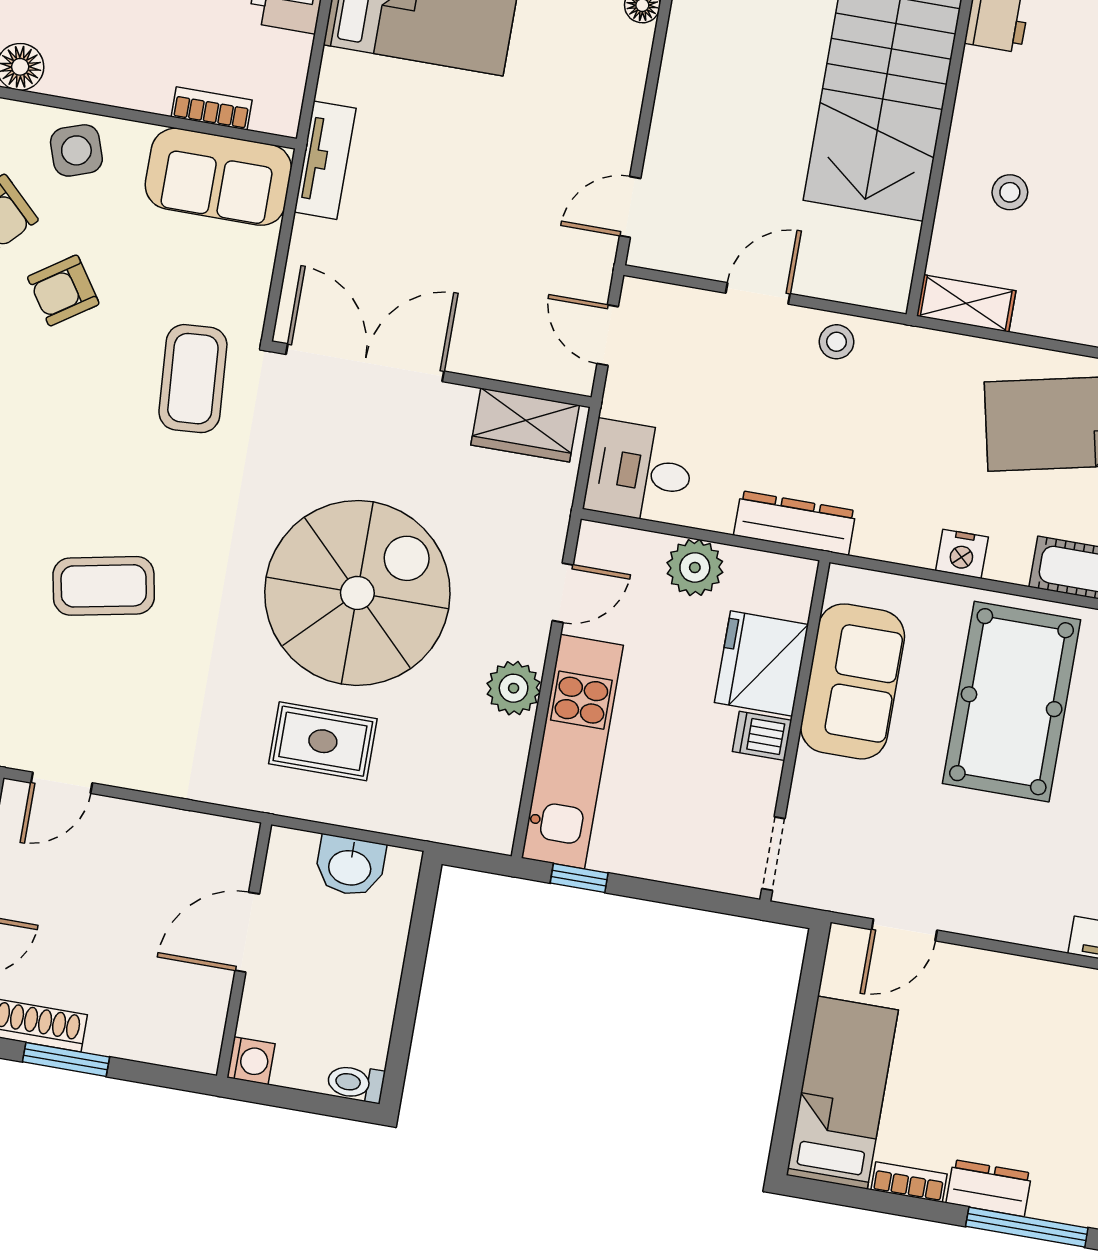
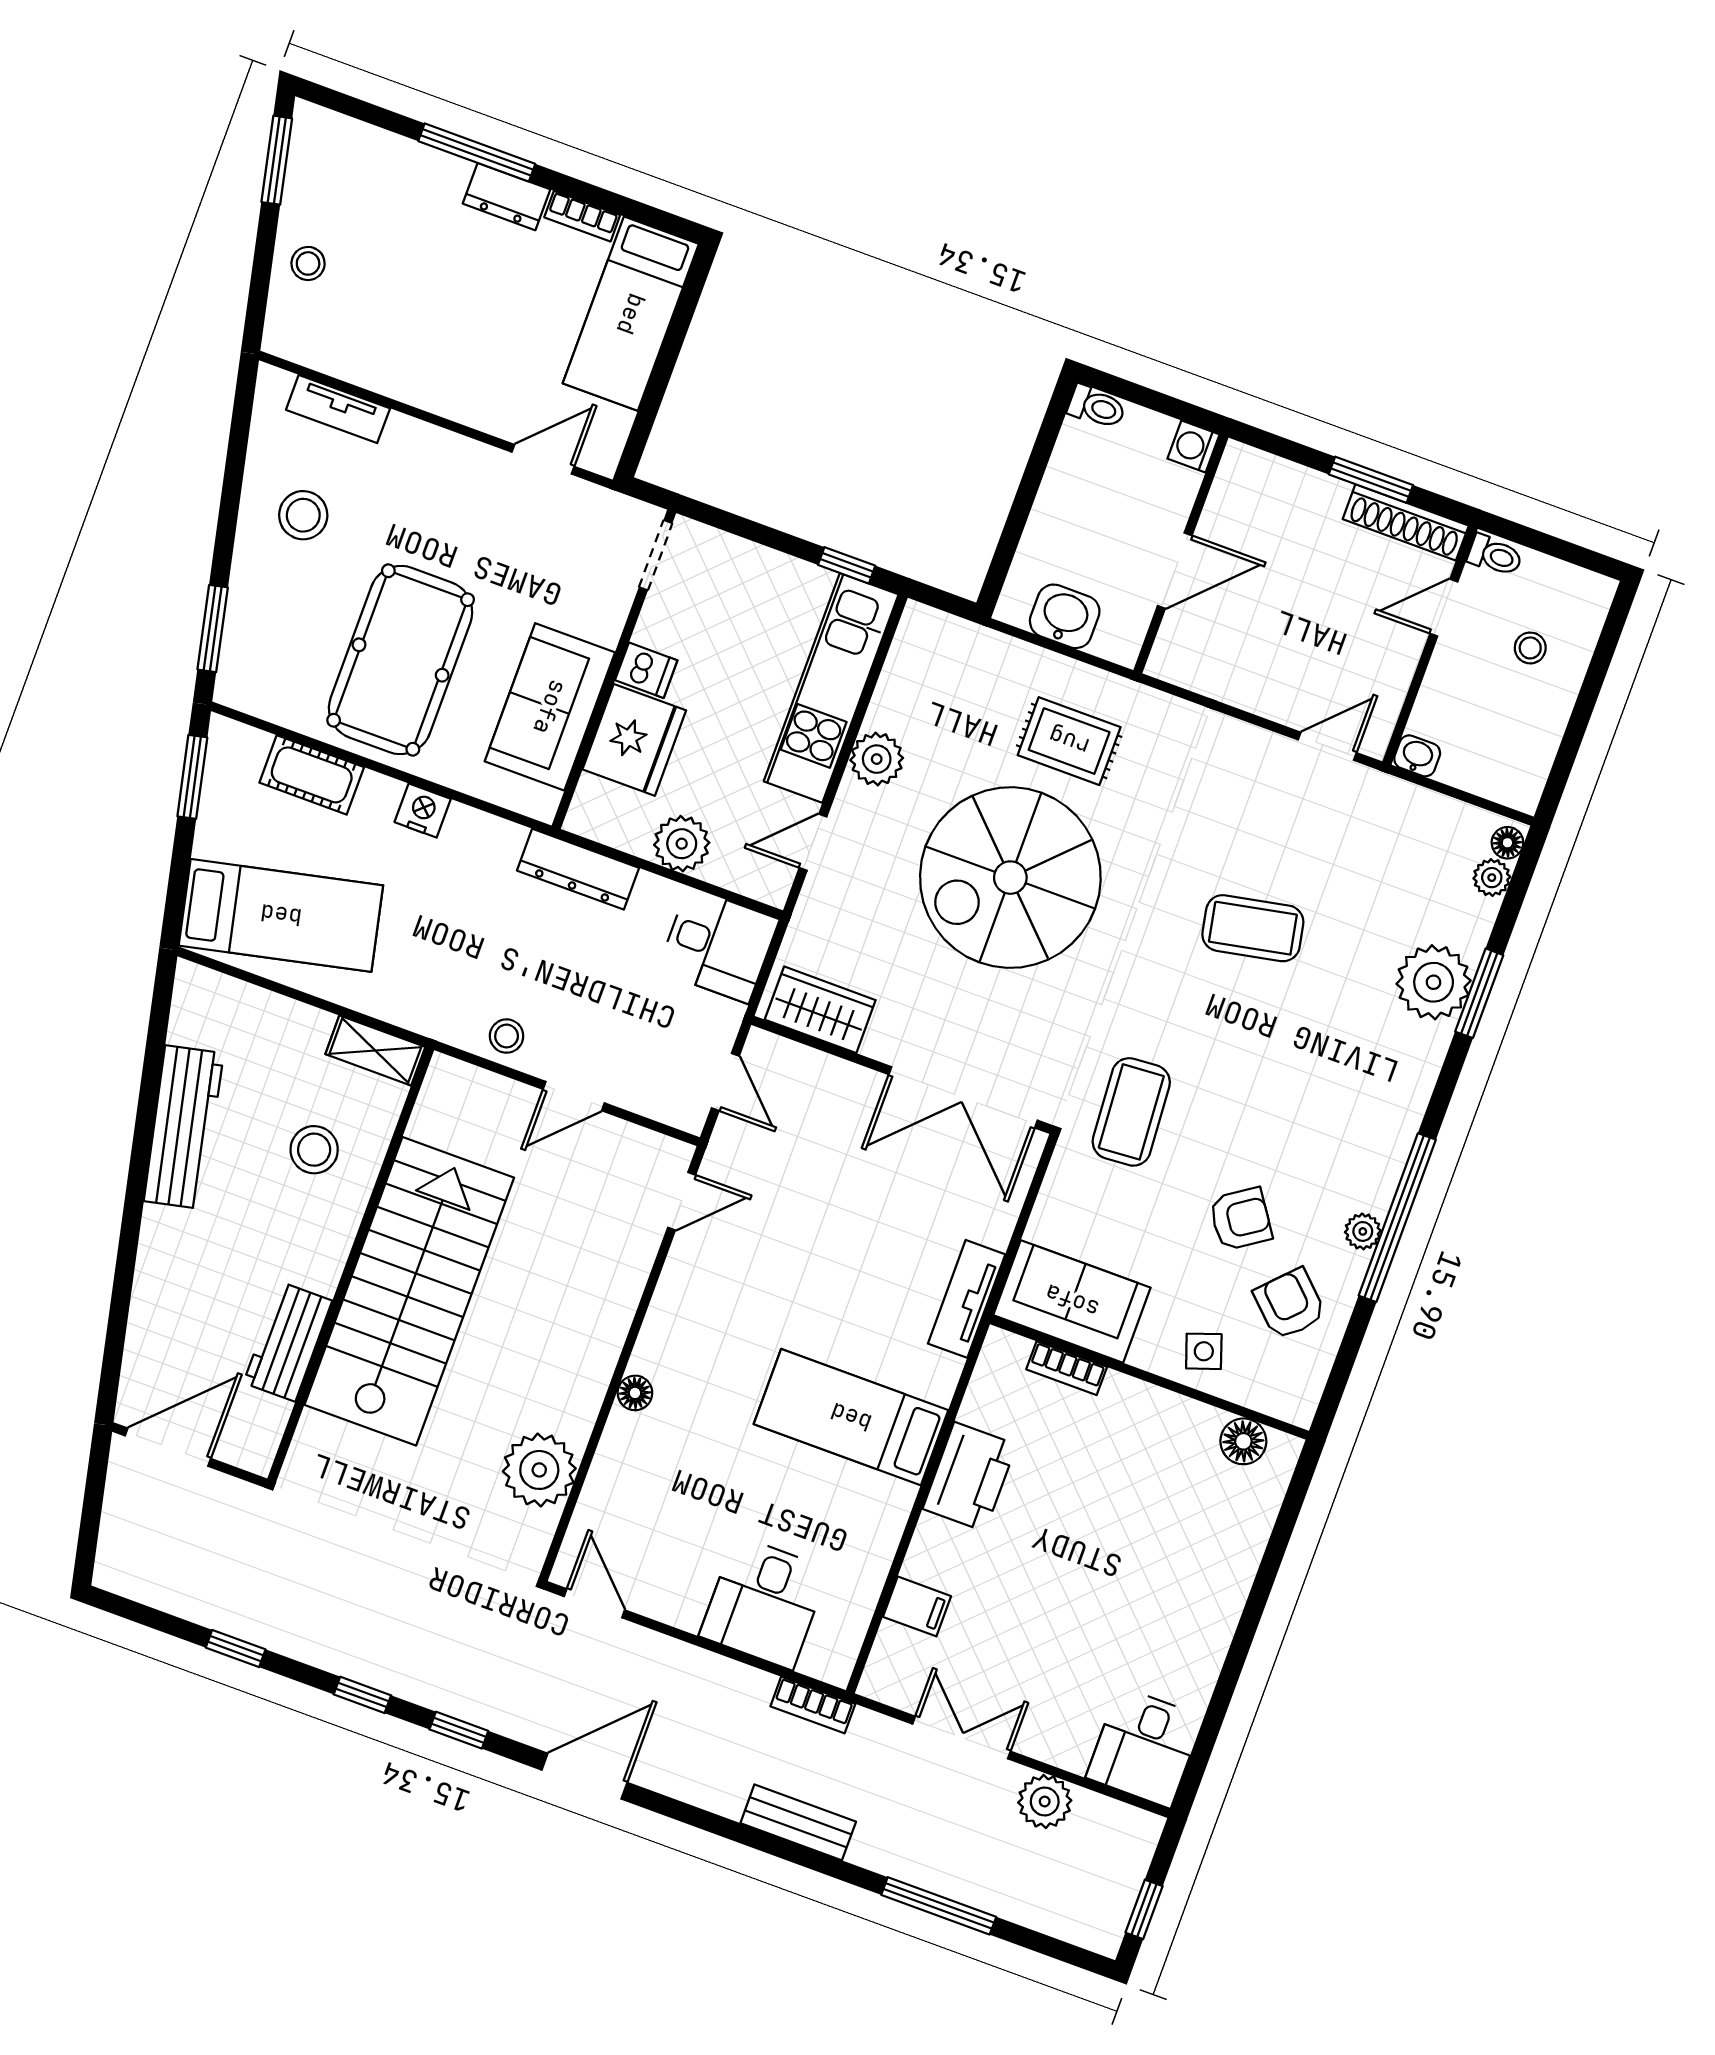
side table: (76, 150) -> (1204, 1351), width x0.73, depth x0.73
stool: (1010, 192) -> (314, 1150), width x1.37, depth x1.37

